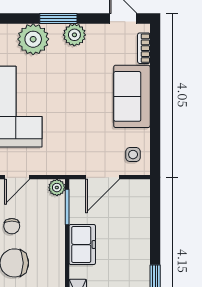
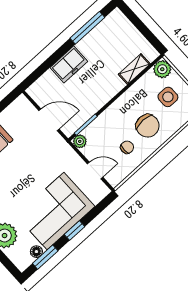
side table: (133, 155) -> (19, 114), removed
freezer: (82, 245) -> (69, 64), moved, turned 180

